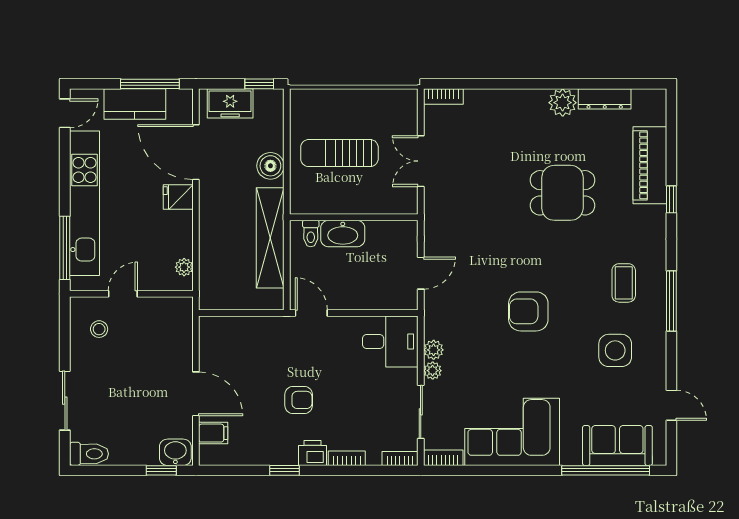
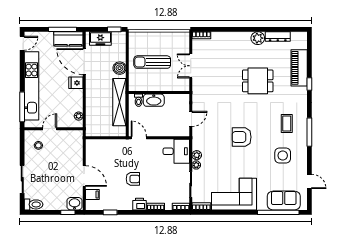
kitchen counter: (135, 104) -> (68, 39), moved
window: (284, 470) -> (110, 212), moved

